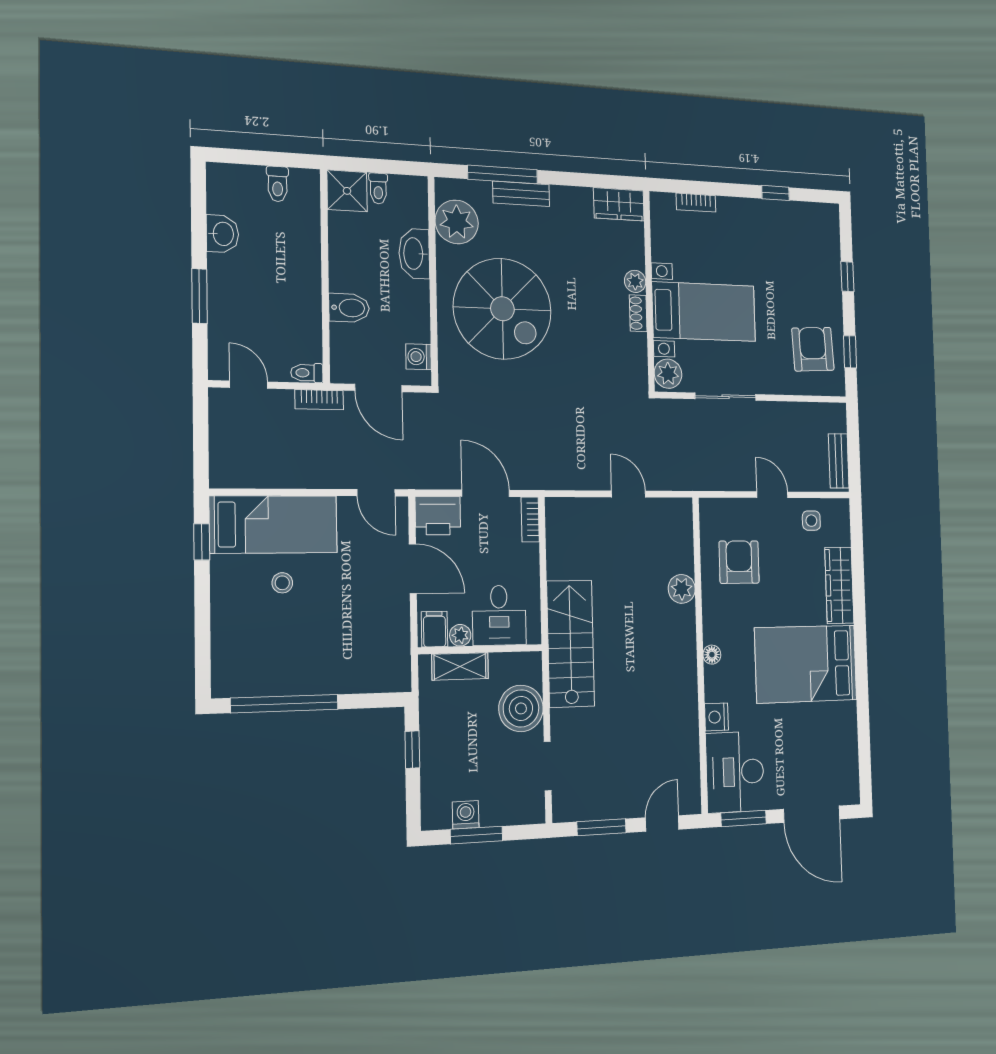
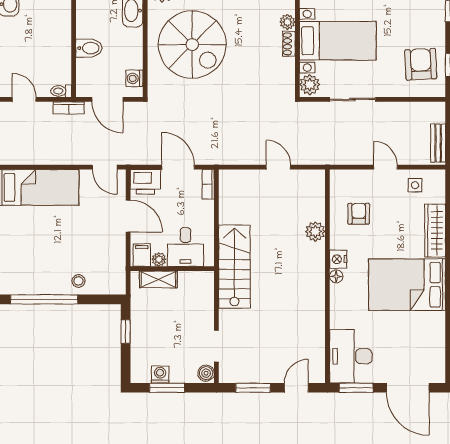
armchair: (739, 562) -> (359, 214), width x0.72, depth x0.72
stool: (282, 583) -> (78, 281), moved
boiler: (521, 708) -> (206, 373), moved, width x0.54, depth x0.54
nightstand: (716, 717) -> (338, 259), moved

